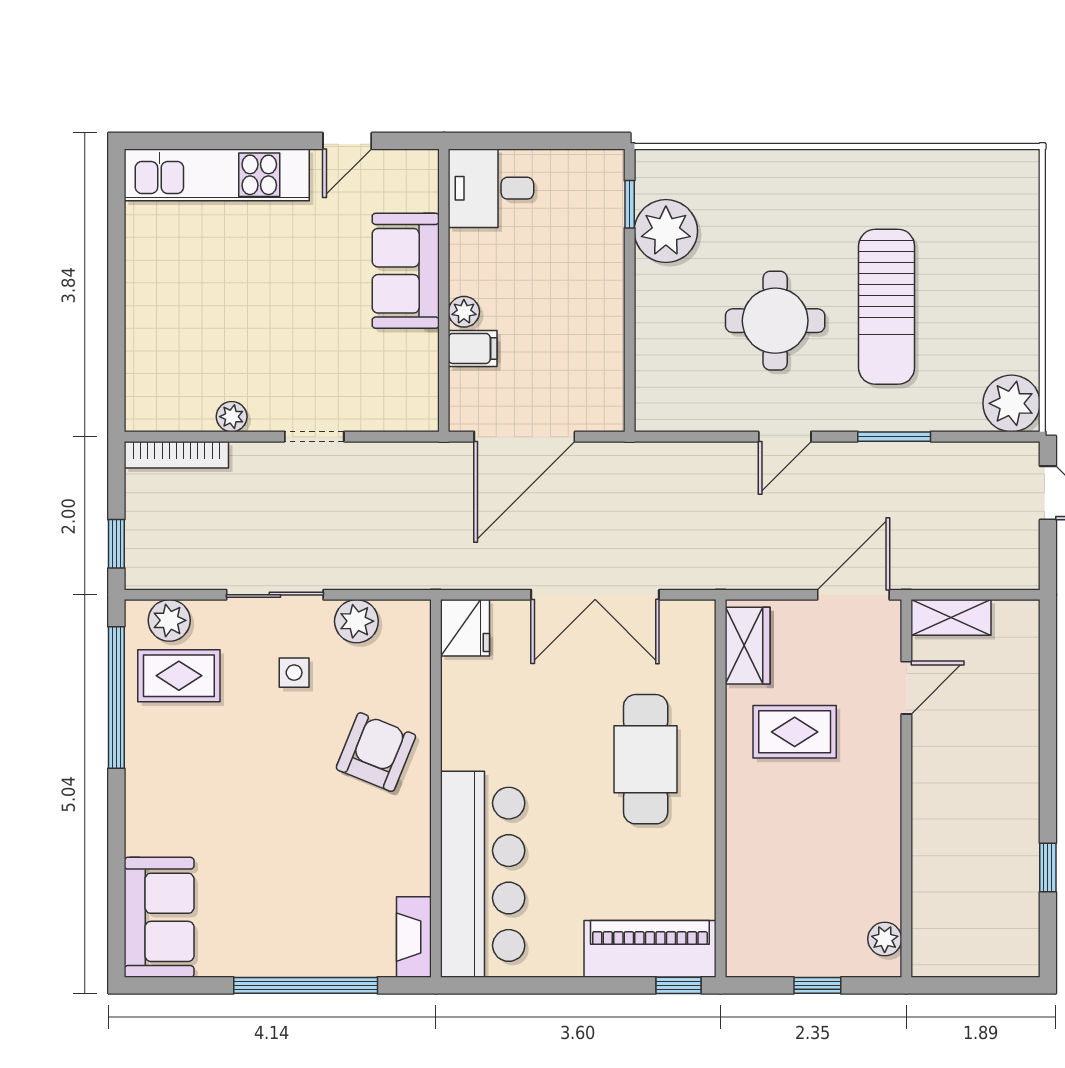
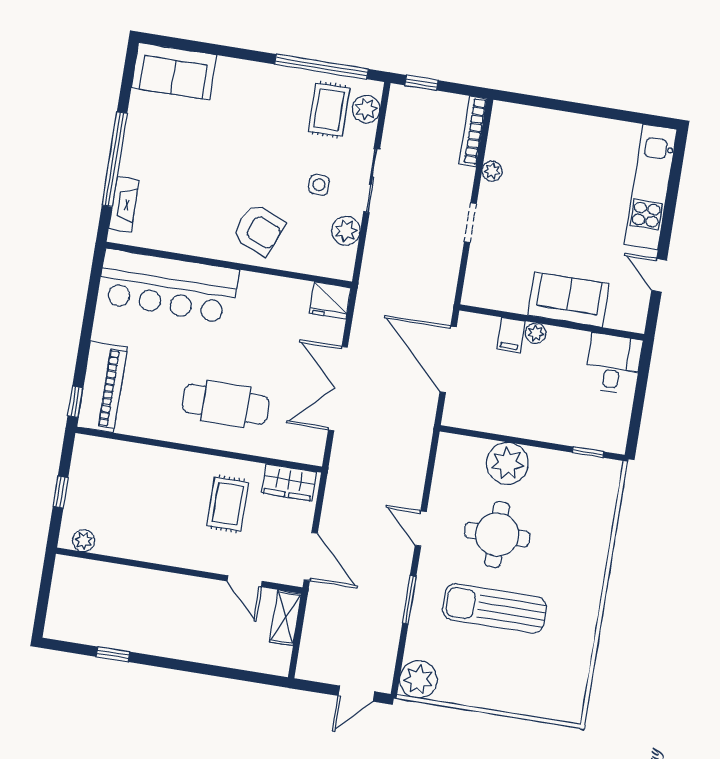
plant: (666, 231) -> (507, 463), moved
fireplace: (414, 937) -> (124, 204), moved, turned 90

